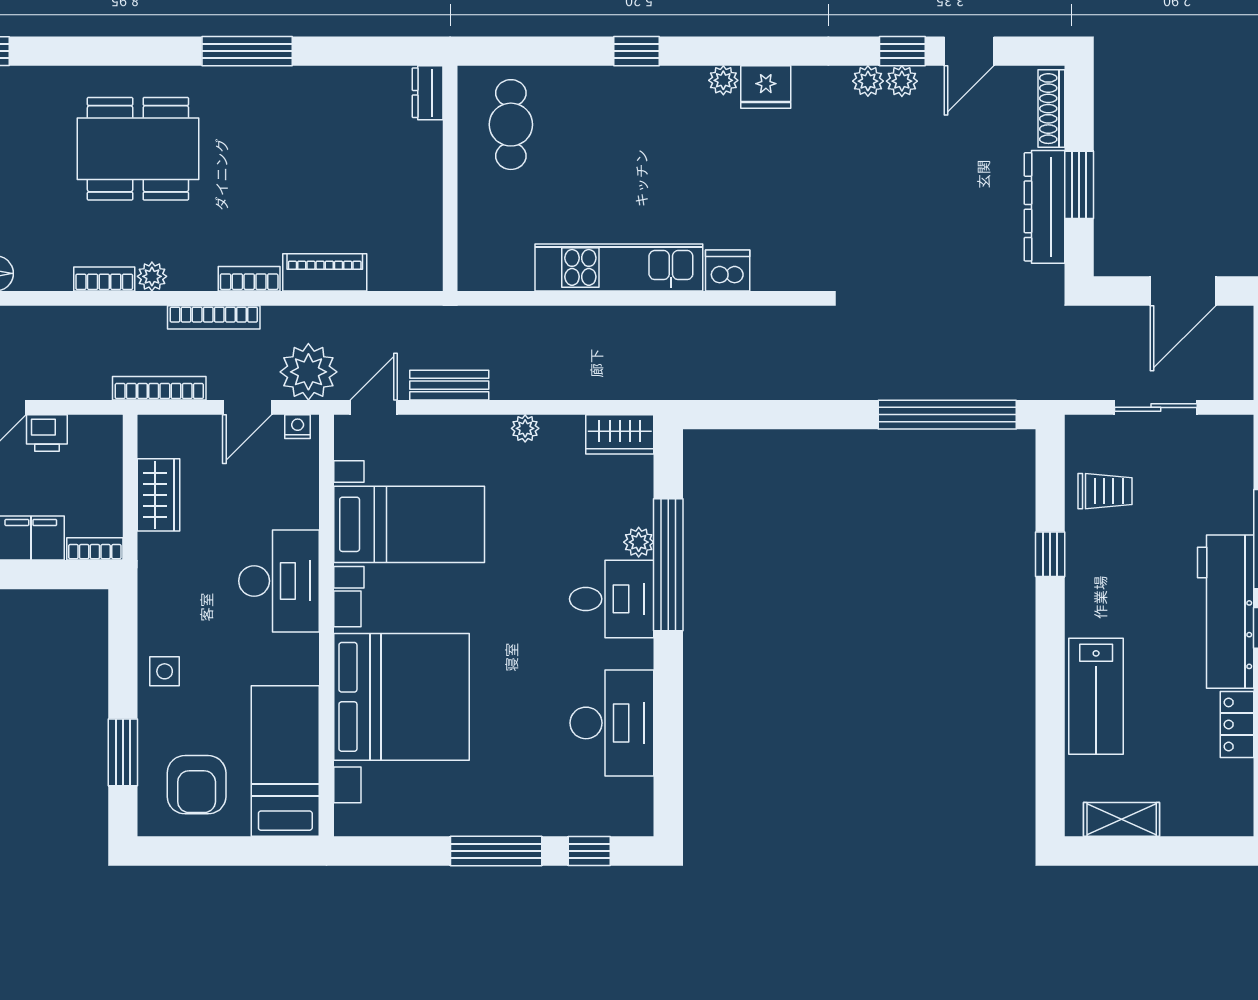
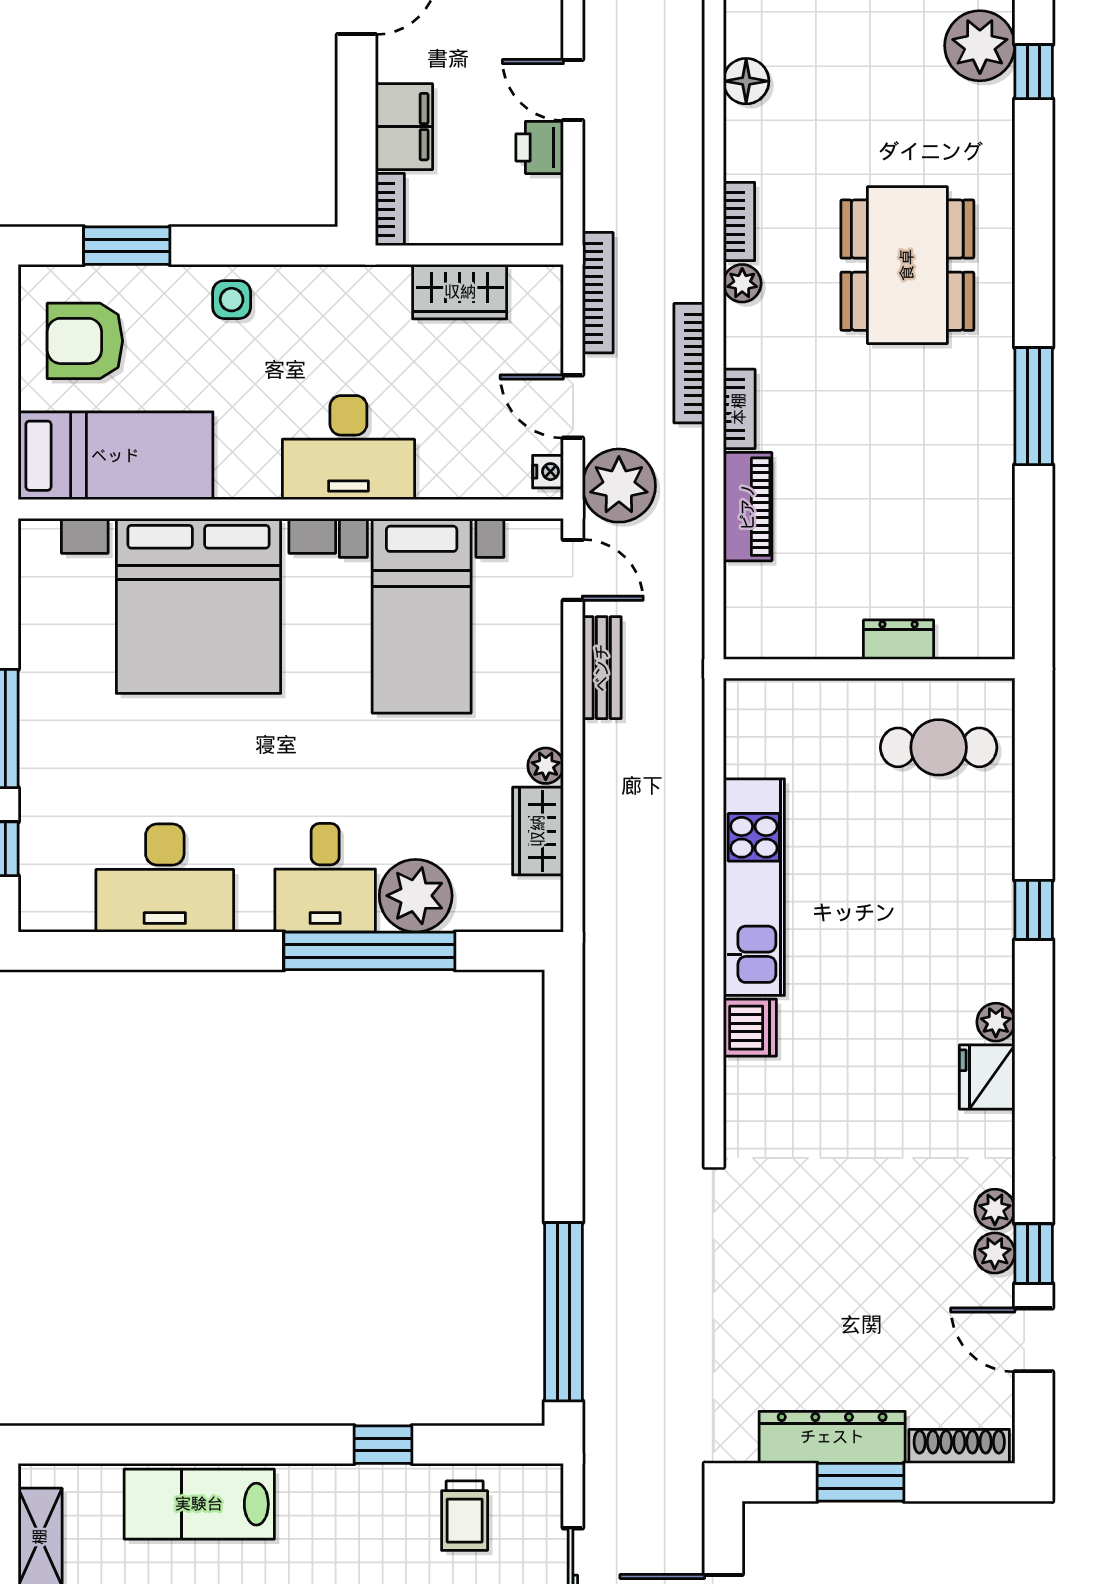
dresser: (428, 93) -> (899, 640), moved
wardrobe: (620, 434) -> (538, 831), moved
plant: (639, 542) -> (416, 896), width x1.87, depth x1.87

